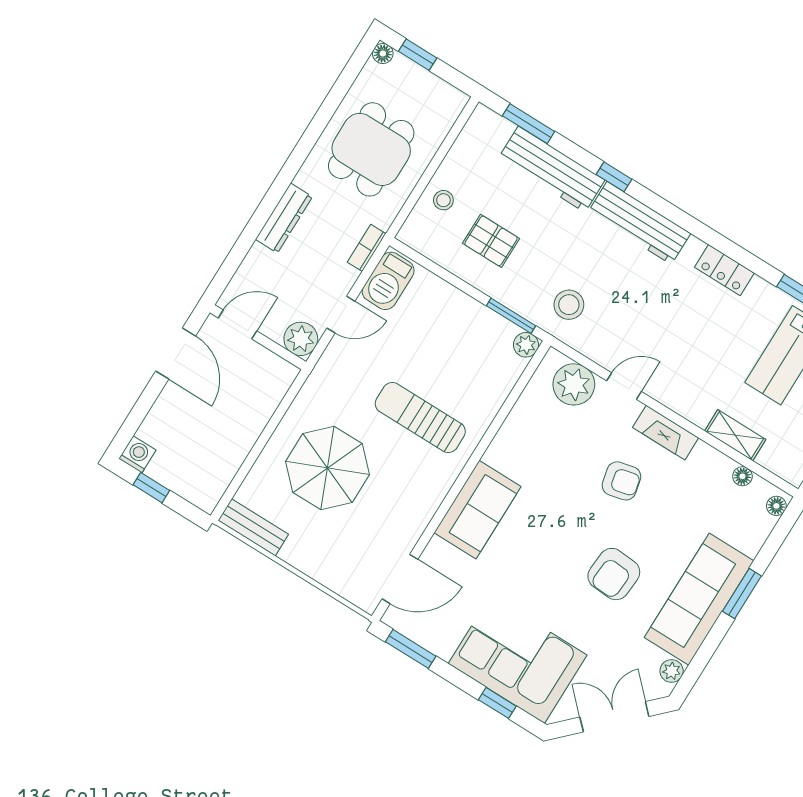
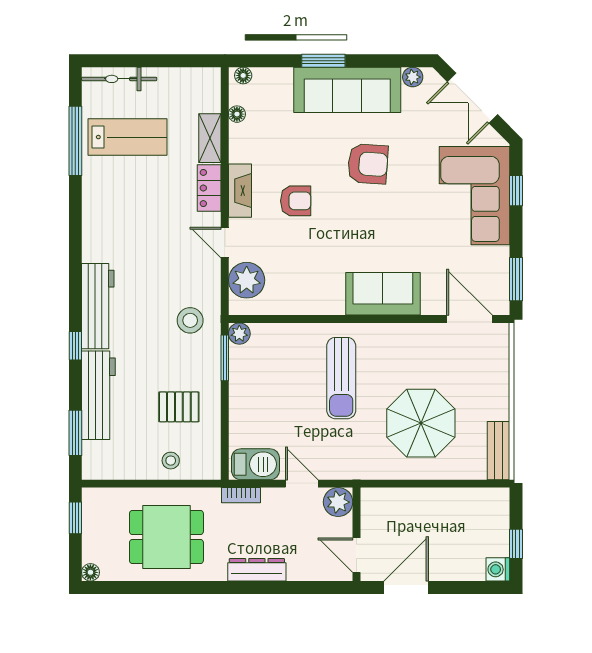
window: (418, 55) -> (75, 518), moved
pallet: (491, 241) -> (179, 407), turned 90
locker: (724, 270) -> (209, 188), moved, turned 180
armchair: (621, 481) -> (296, 201), turned 103

